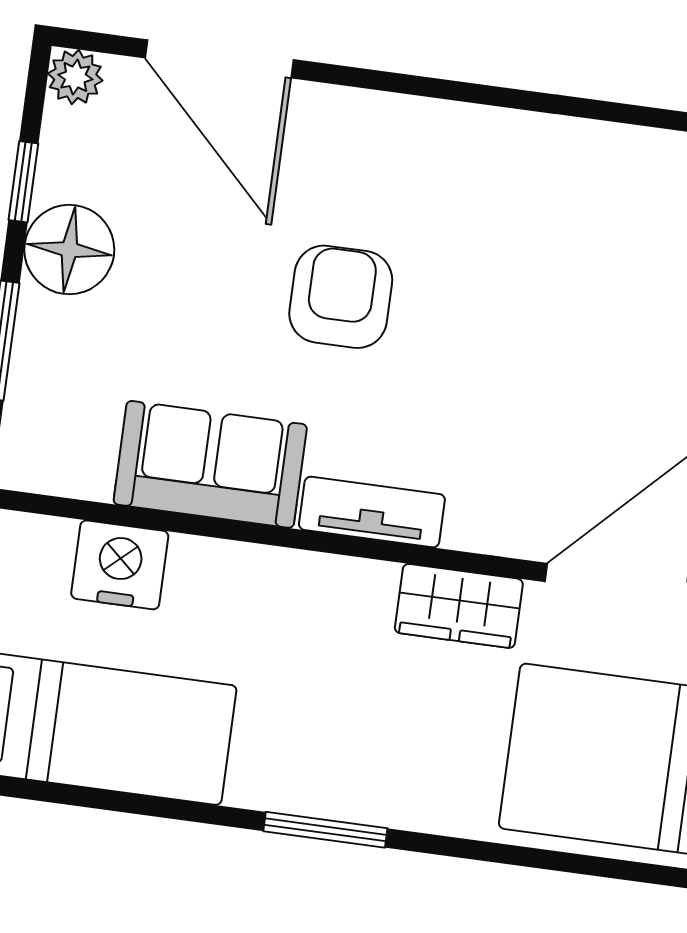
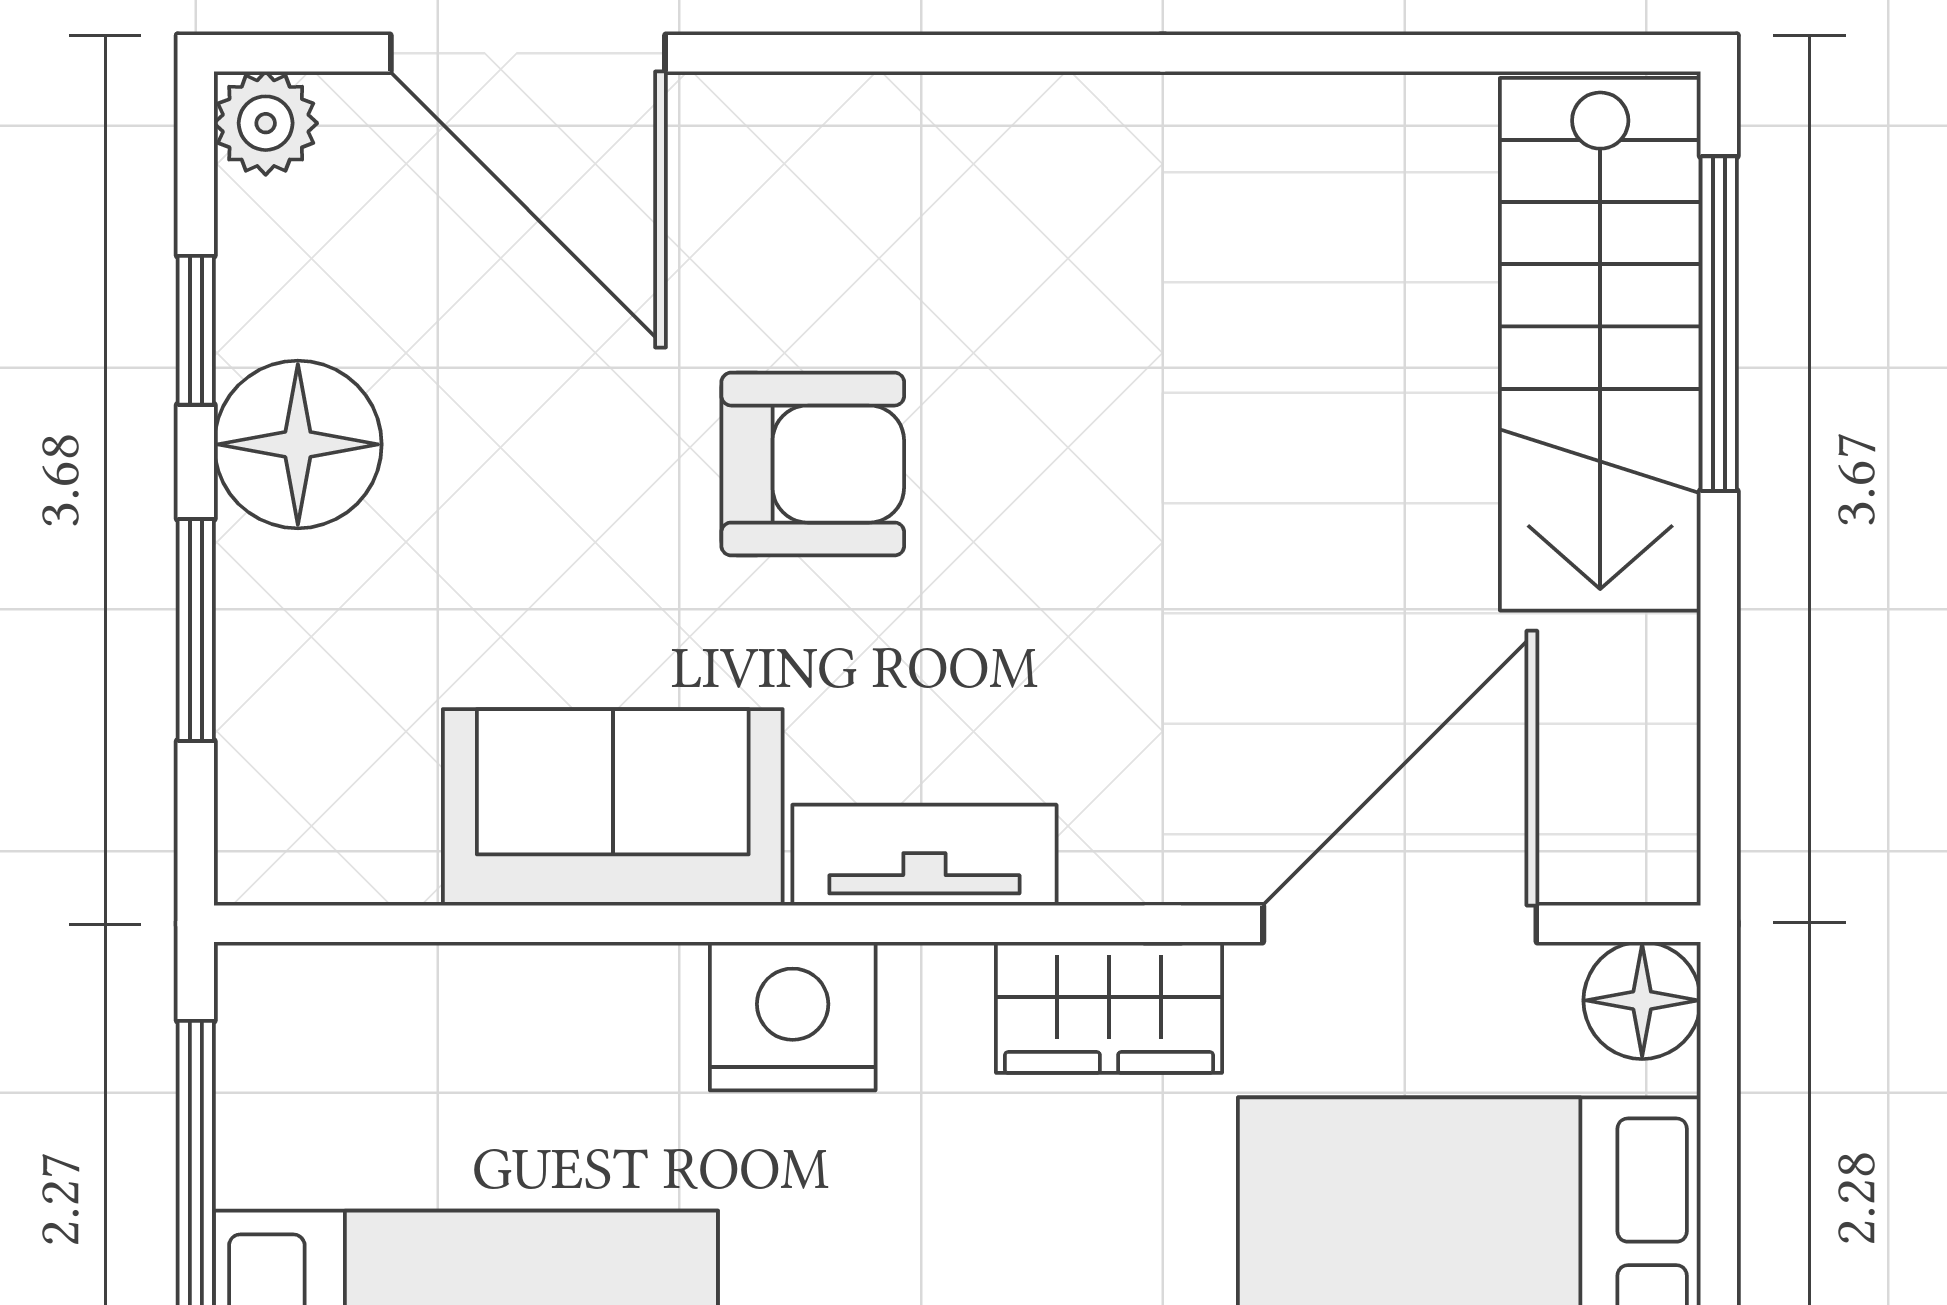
armchair: (341, 297) -> (813, 464), turned 90
nightstand: (120, 565) -> (793, 1016), moved

